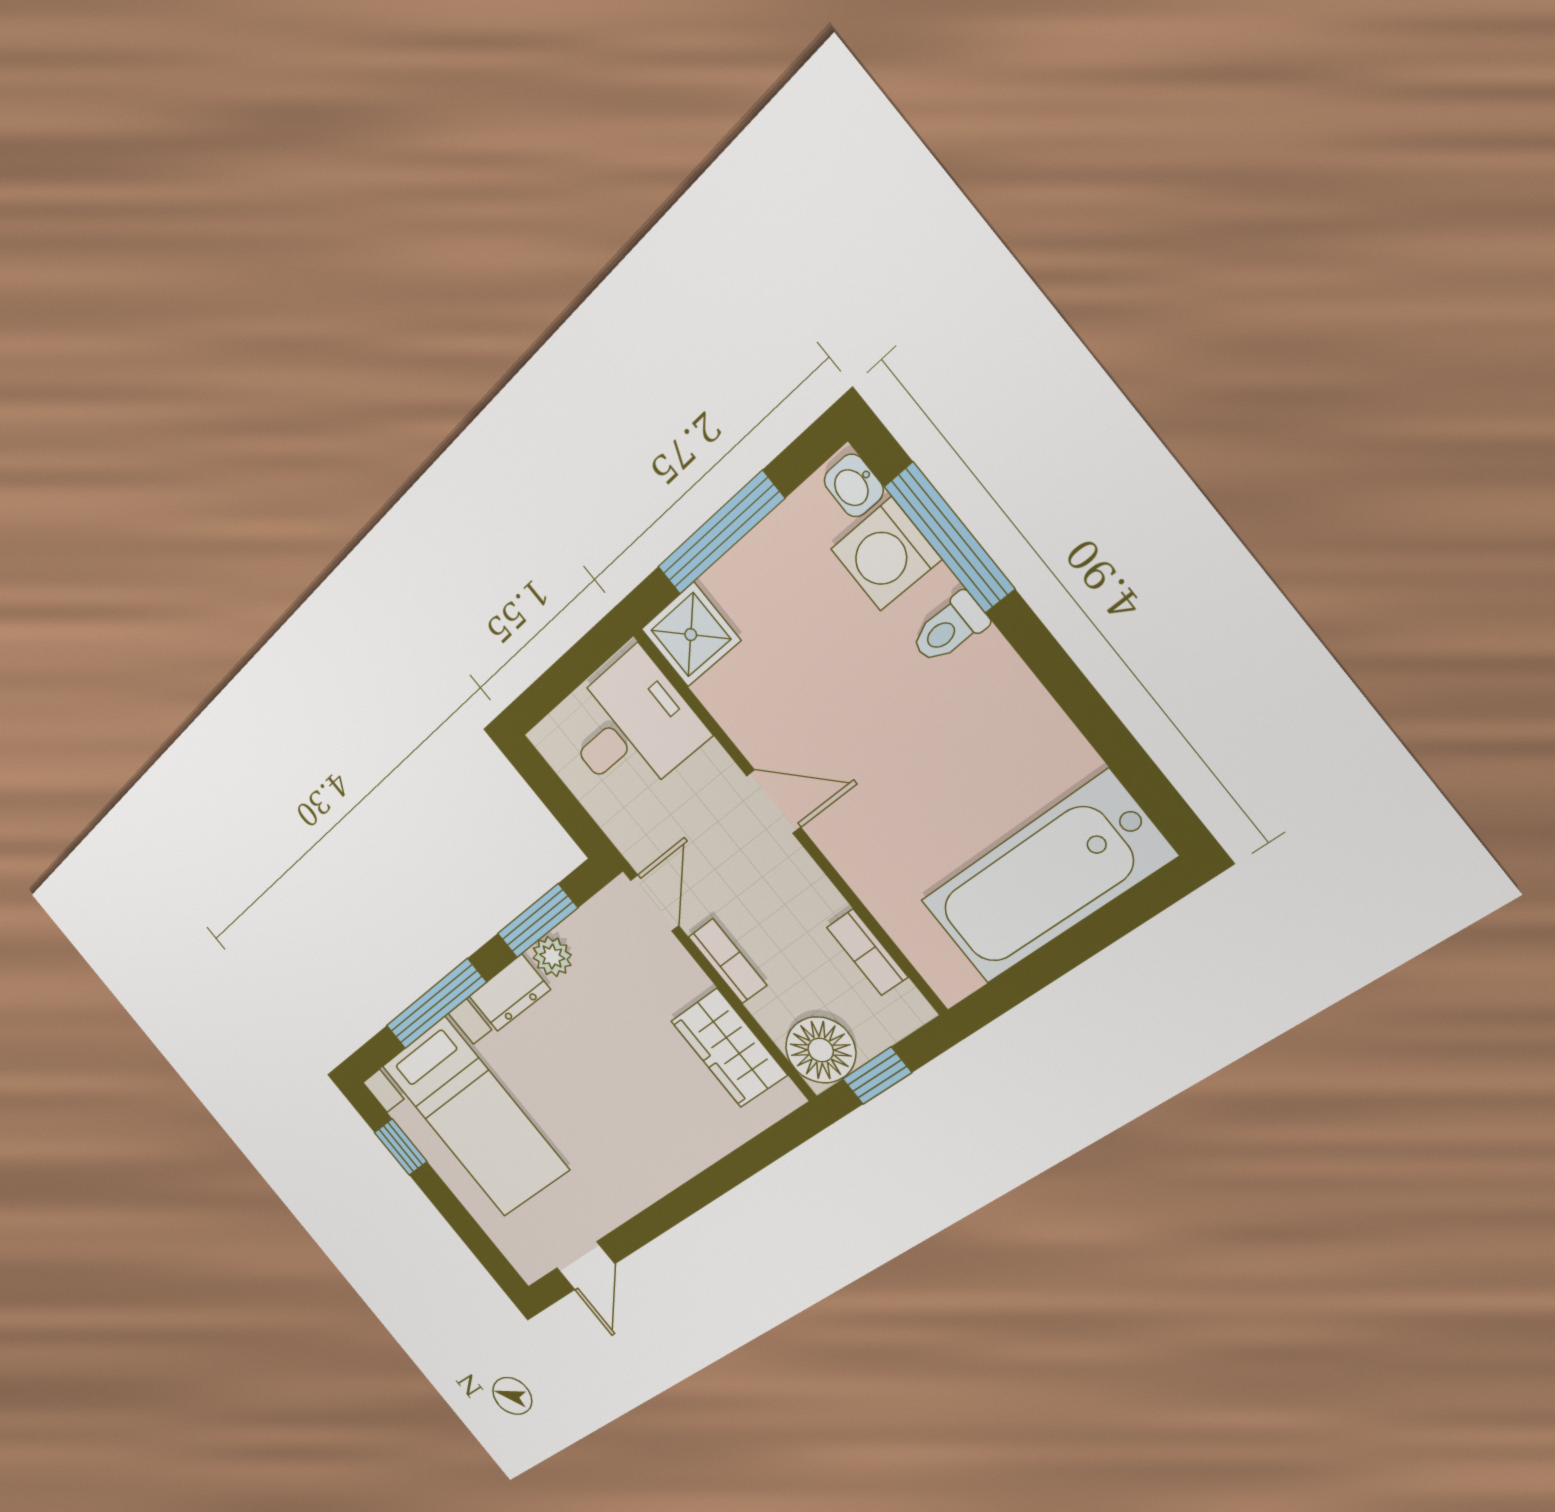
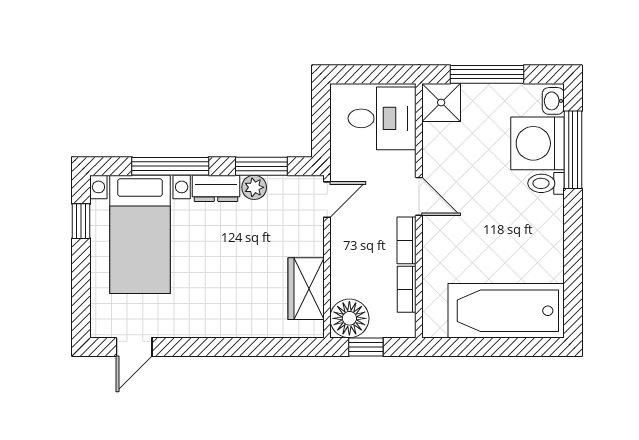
washing machine: (886, 554) -> (538, 143), width x1.37, depth x1.37
bookcase: (728, 961) -> (407, 240), moved, turned 180

